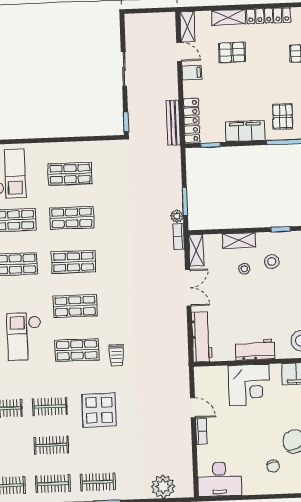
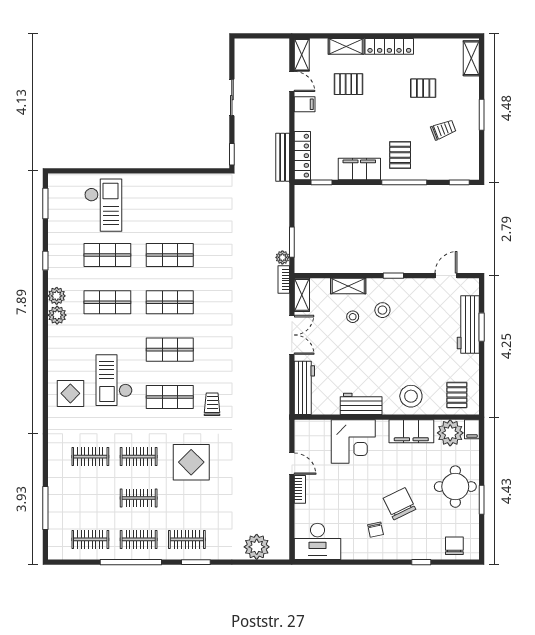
shop shelf: (70, 174) -> (170, 208), removed
trolley: (116, 355) -> (212, 404), turned 180

